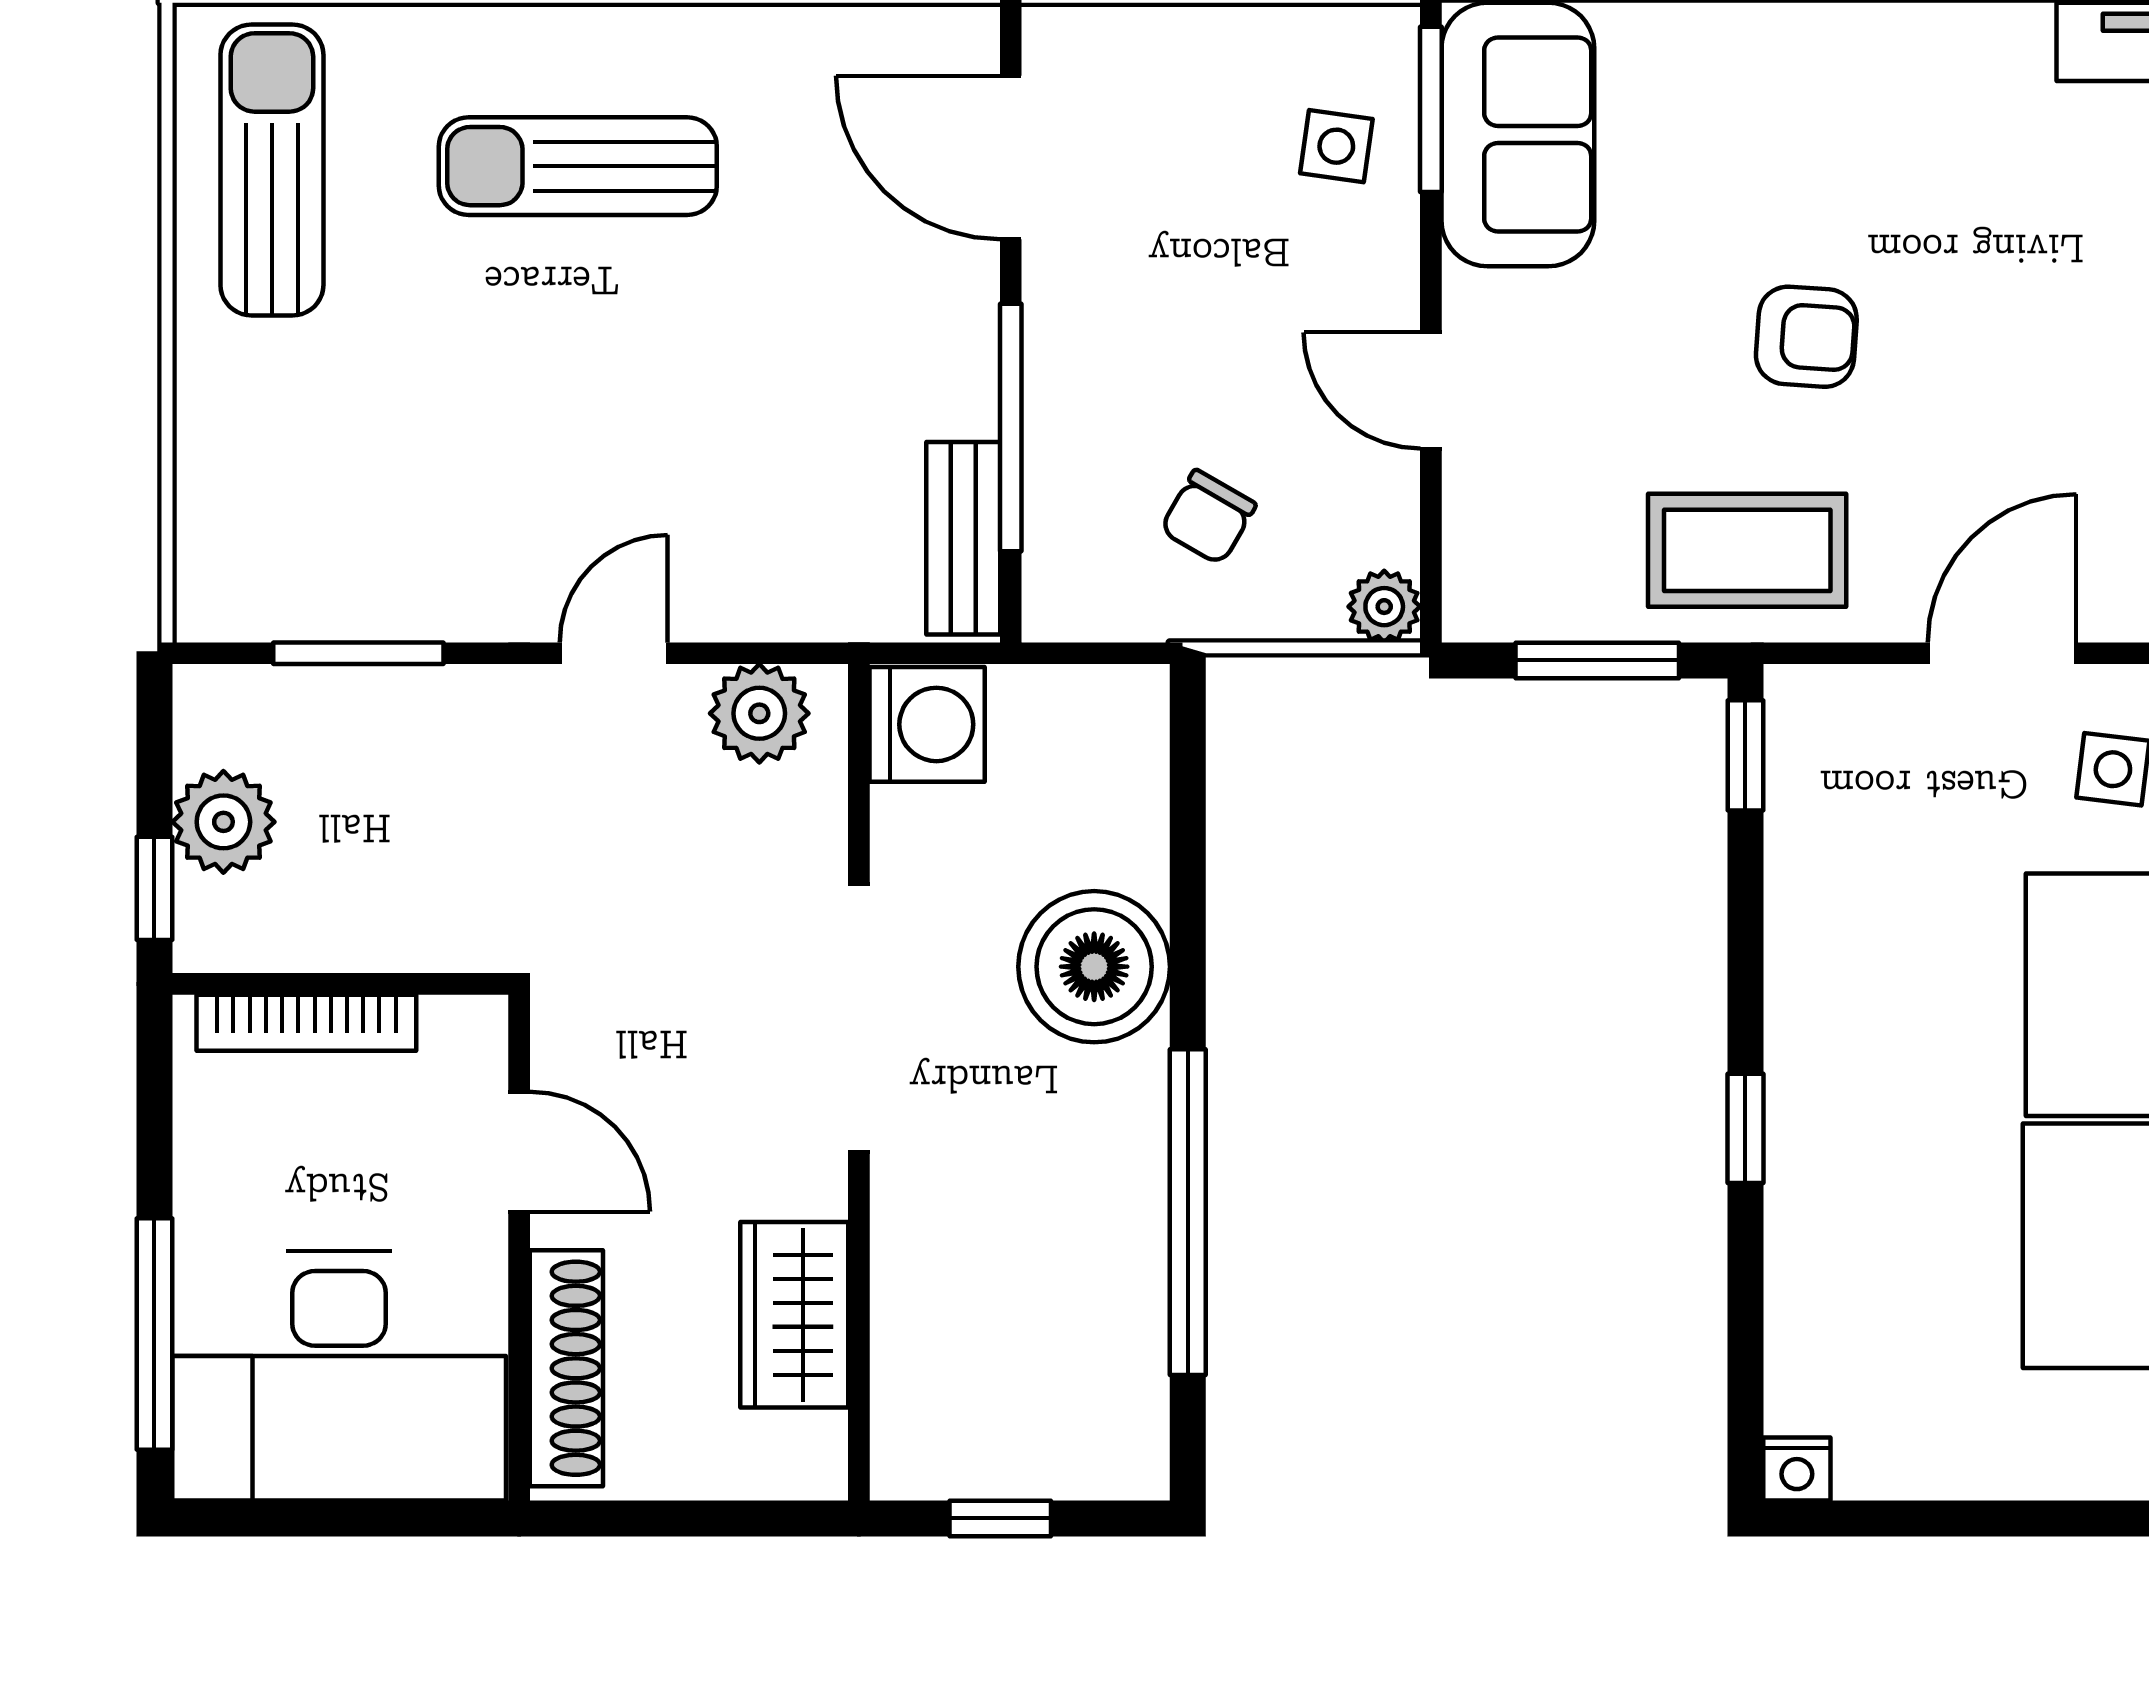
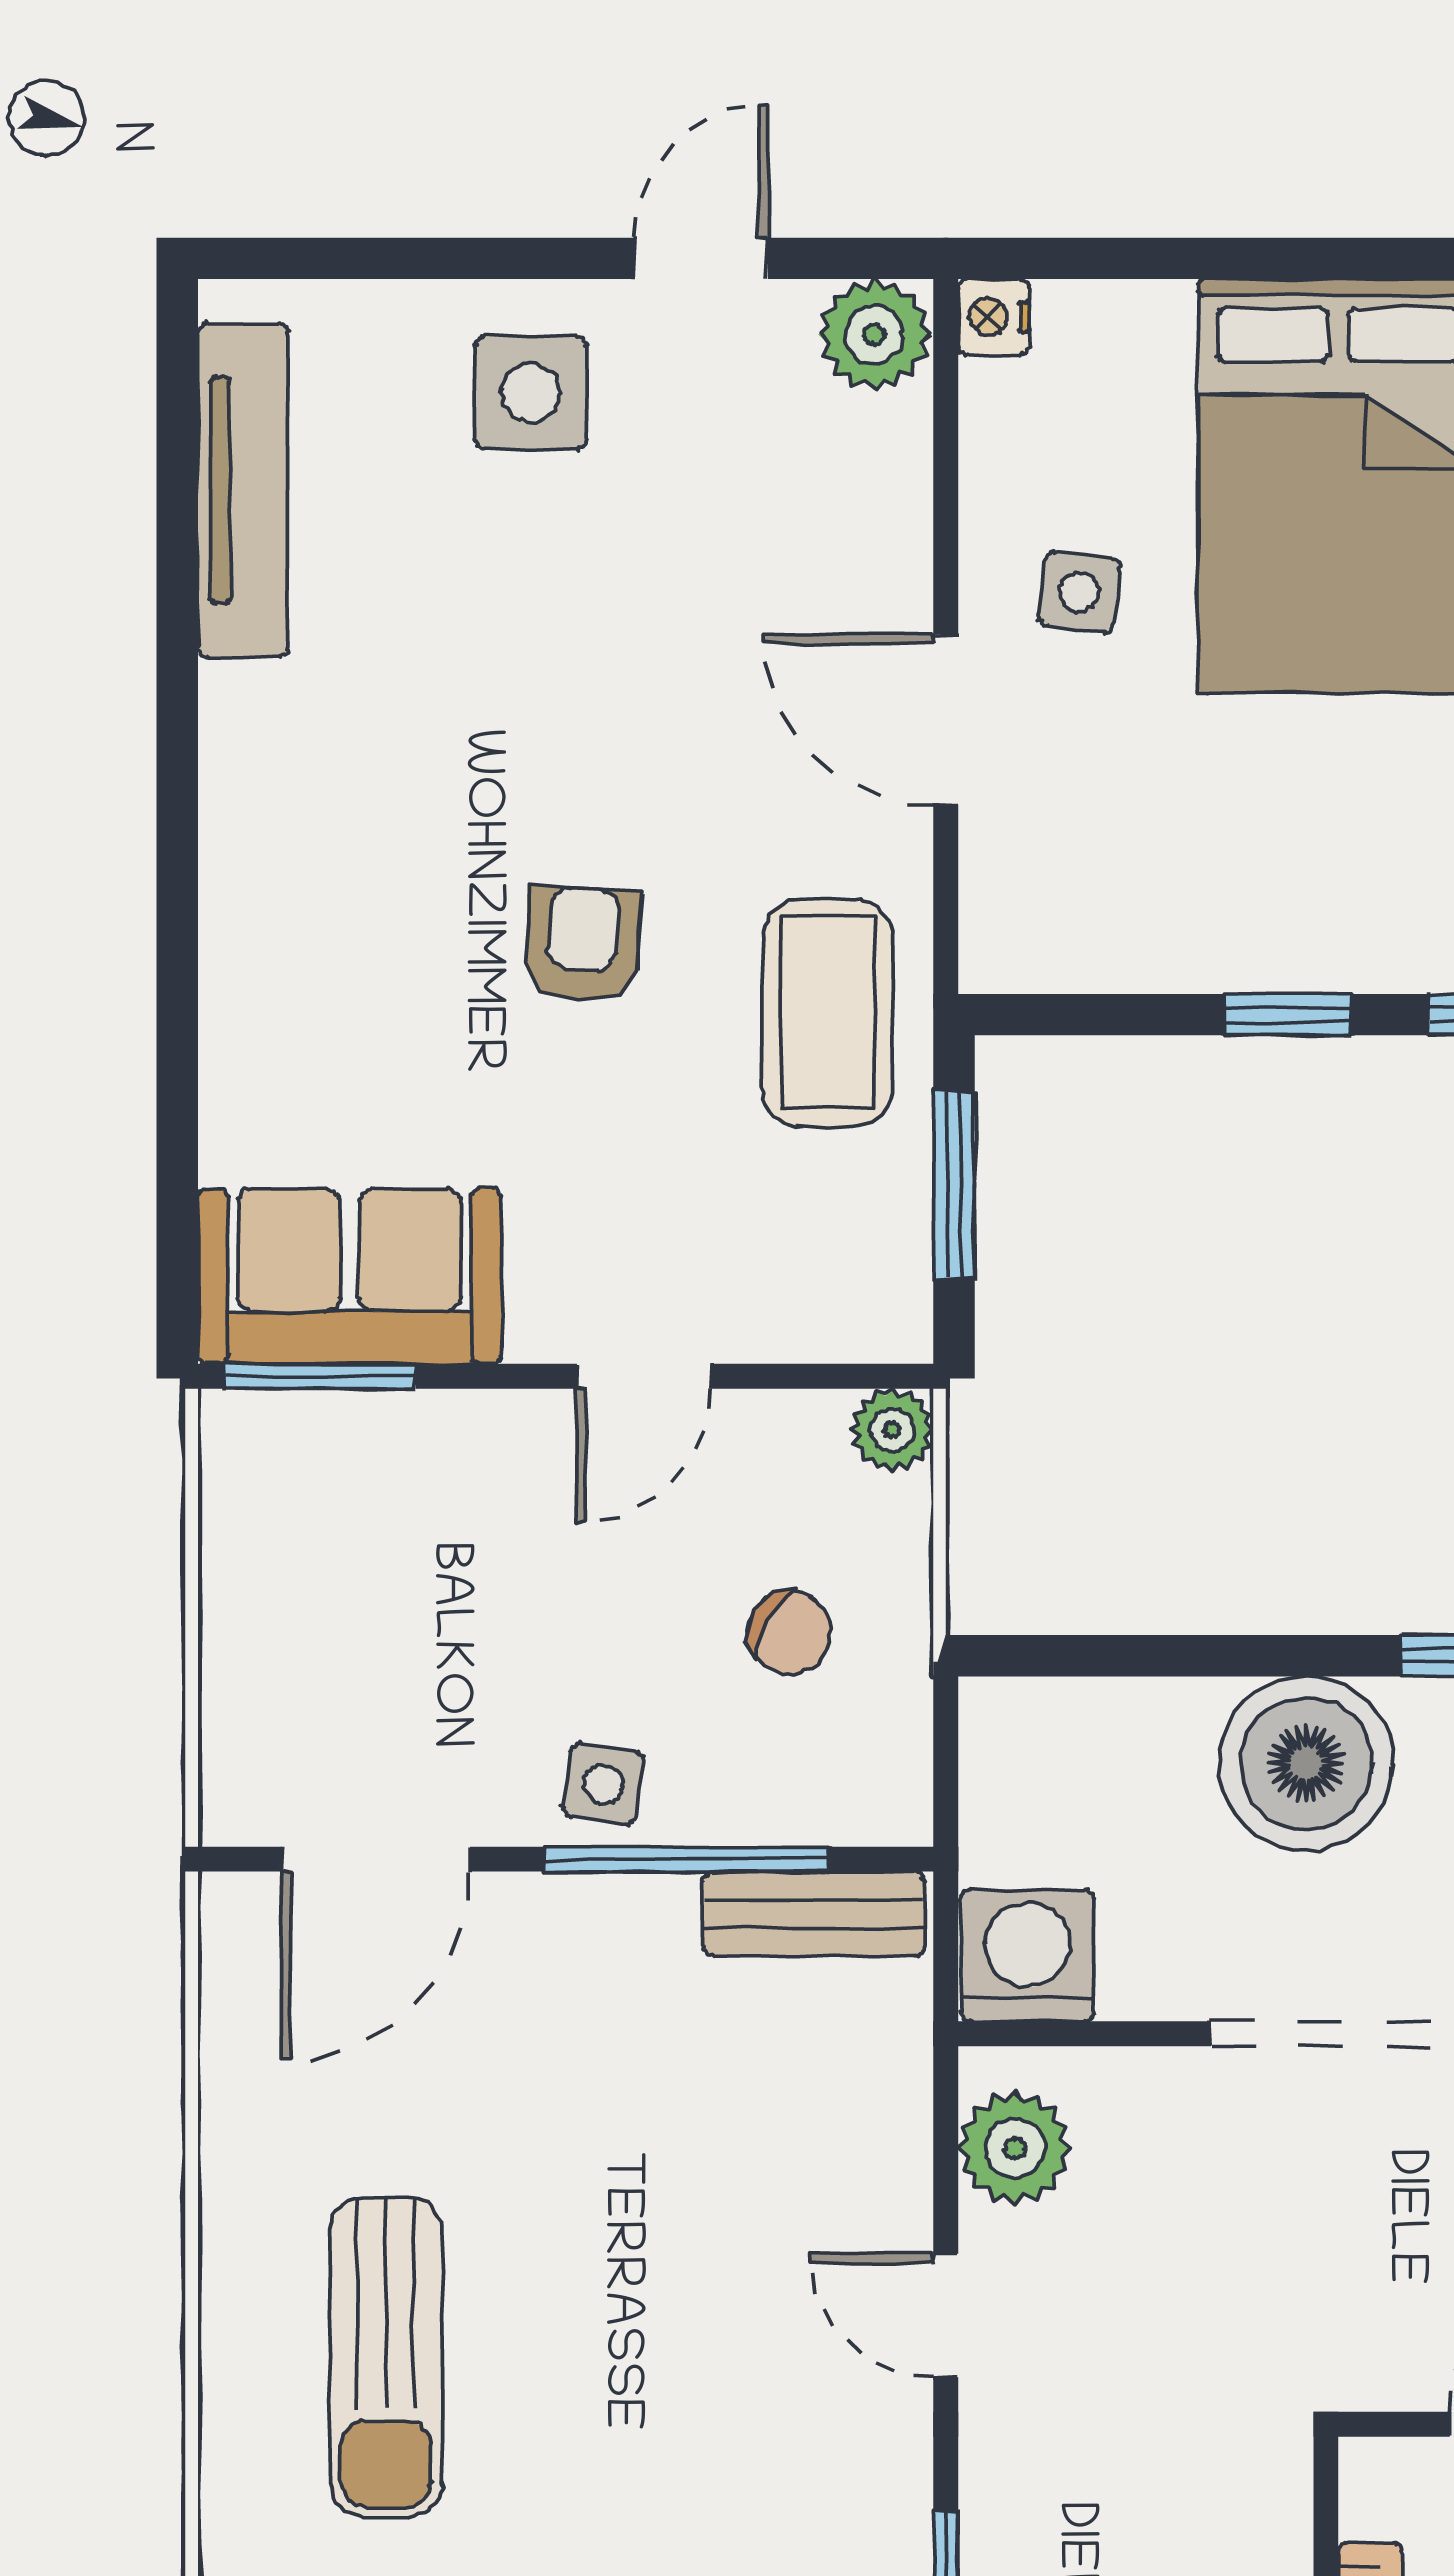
side table: (1336, 146) -> (604, 1784), moved
window: (1745, 755) -> (1288, 1015), moved

